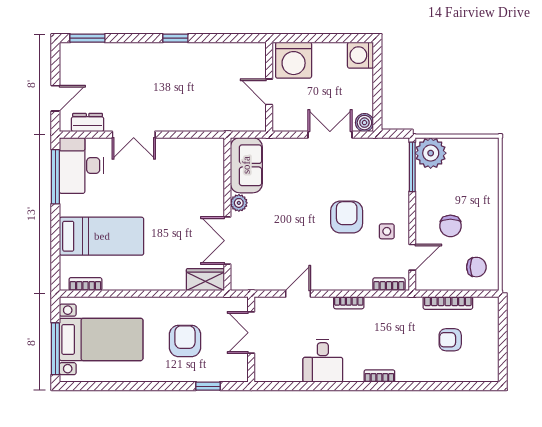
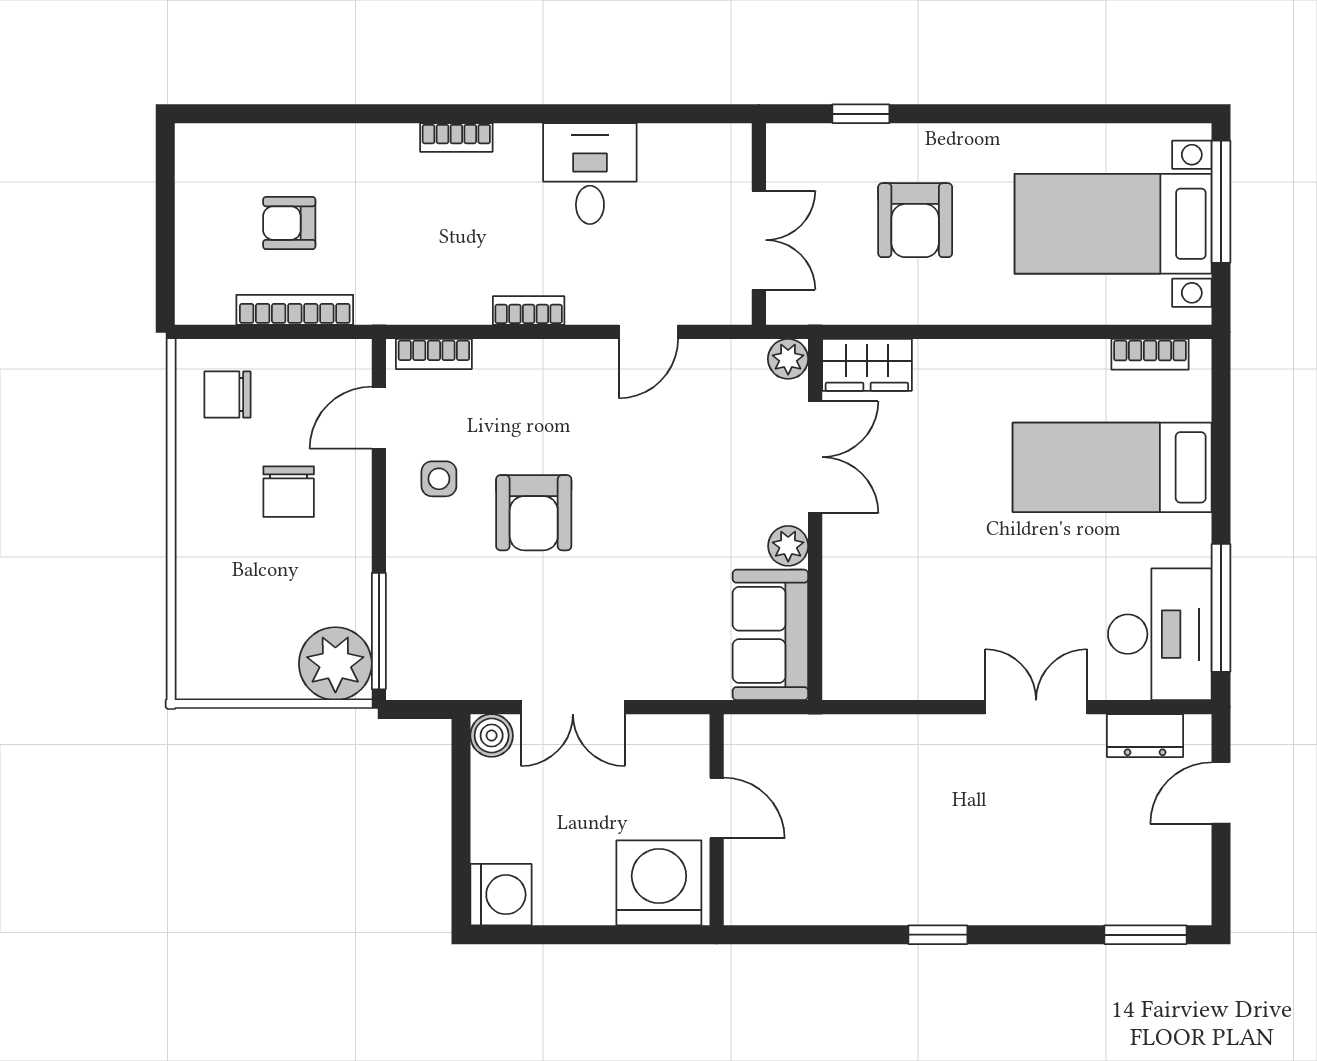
chair: (450, 226) -> (289, 492), turned 180
plant: (239, 282) -> (788, 359), added
armchair: (450, 340) -> (289, 223), turned 180

